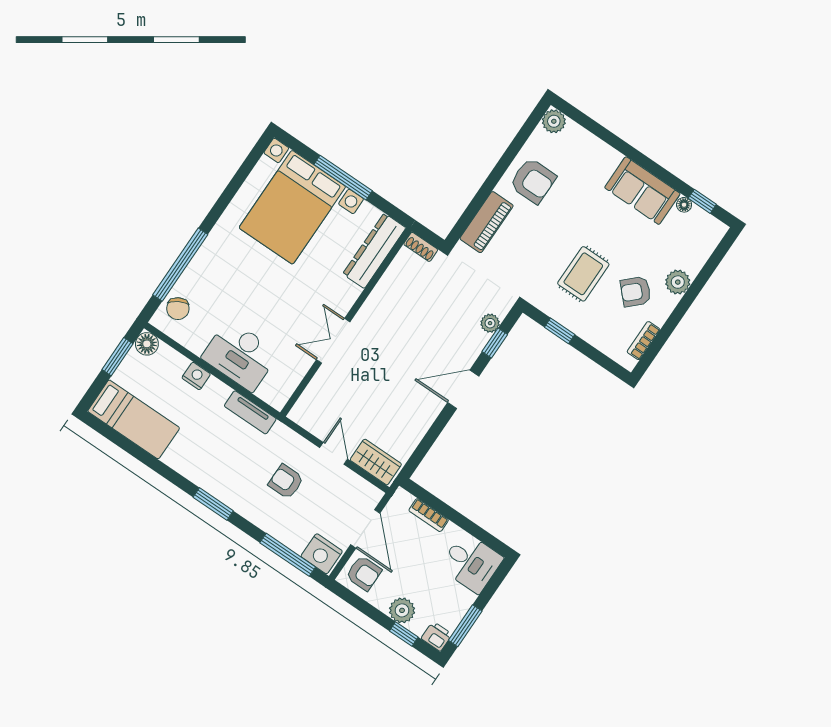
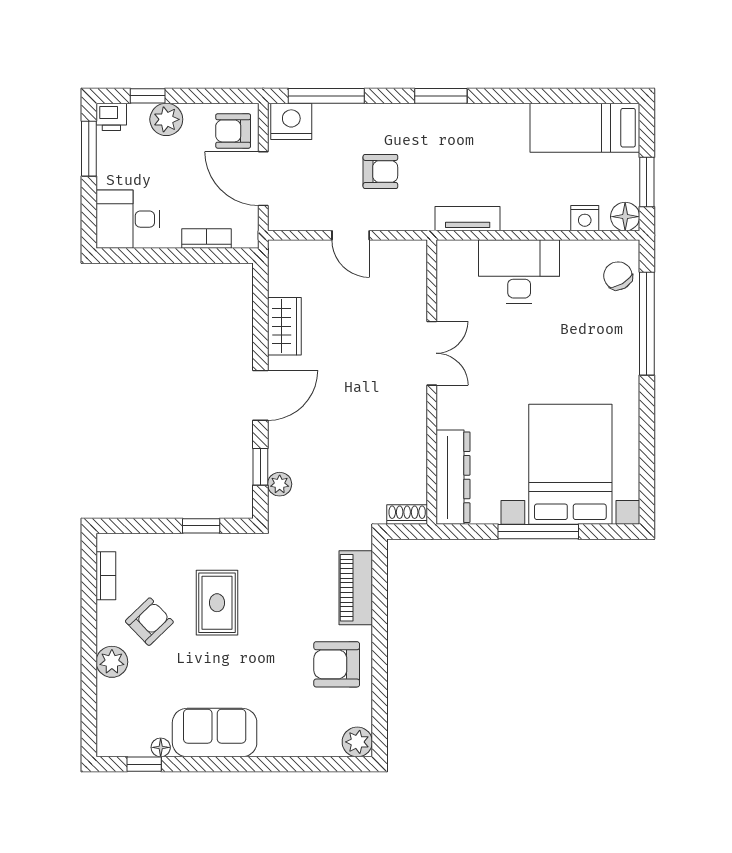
nightstand: (196, 376) -> (585, 218), moved
wardrobe: (376, 462) -> (284, 326), moved, turned -90

